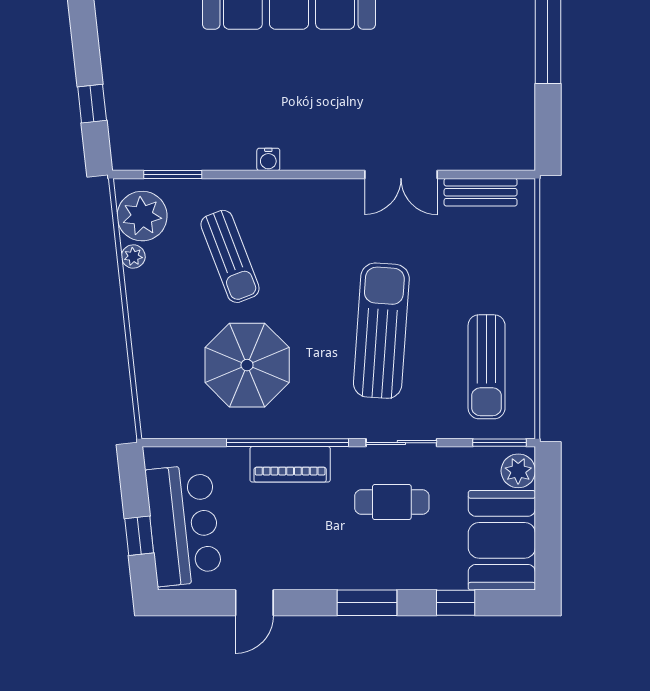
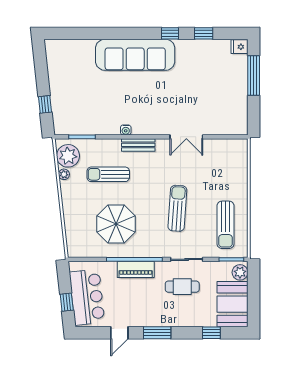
bench: (481, 192) -> (138, 145), moved
sun lounger: (230, 256) -> (108, 174), turned 111
sun lounger: (381, 331) -> (177, 208), width x0.73, depth x0.75
window: (367, 603) -> (157, 333), moved

